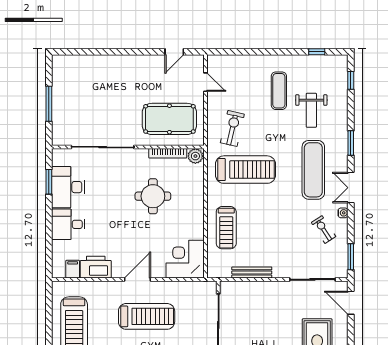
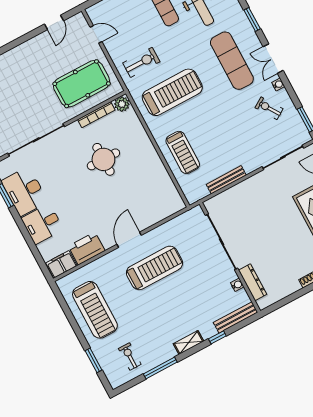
exercise bike: (232, 128) -> (141, 62), turned 77
corner desk: (185, 259) -> (161, 199), removed
filing cabinet: (73, 269) -> (61, 264), width x2.00

